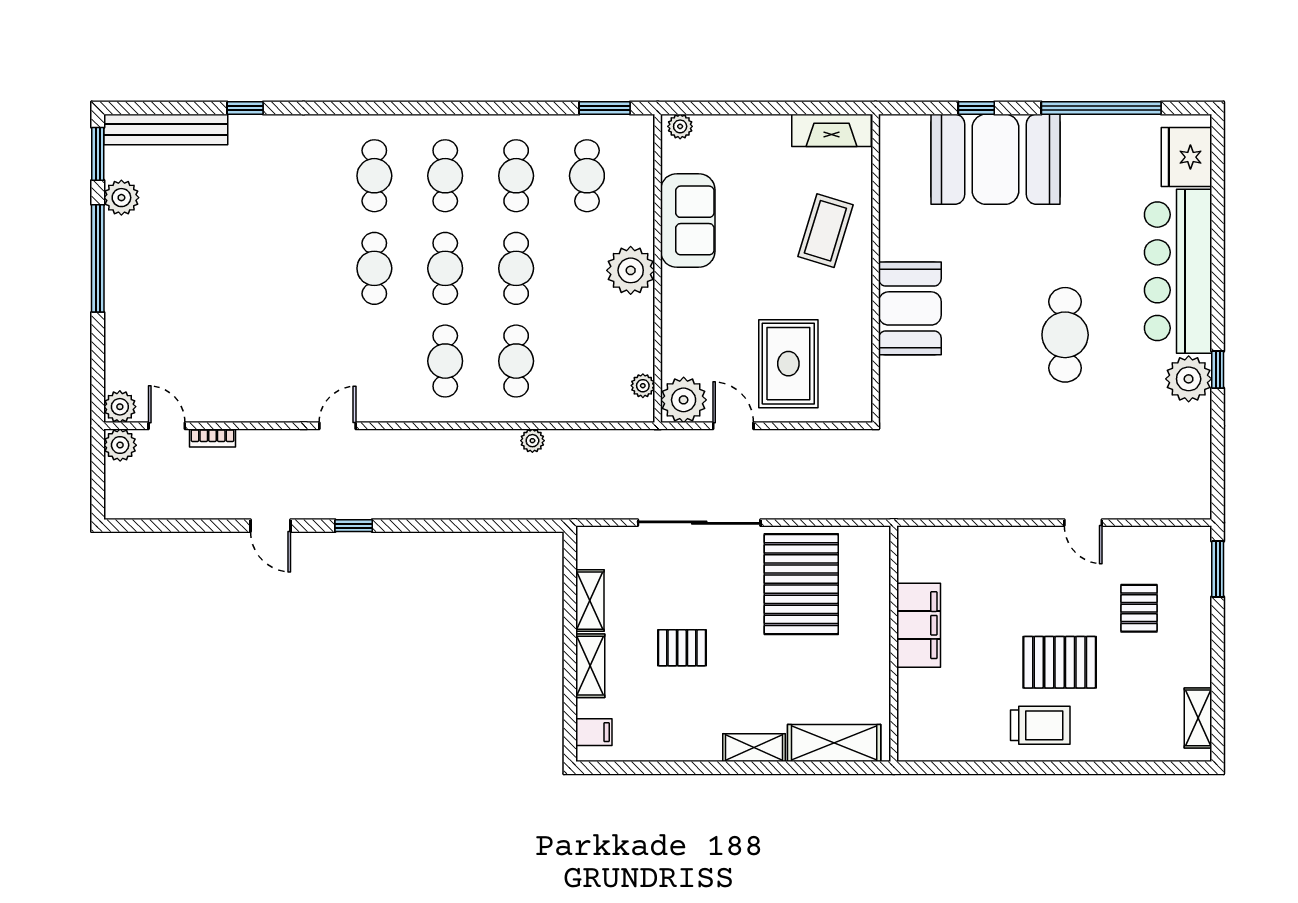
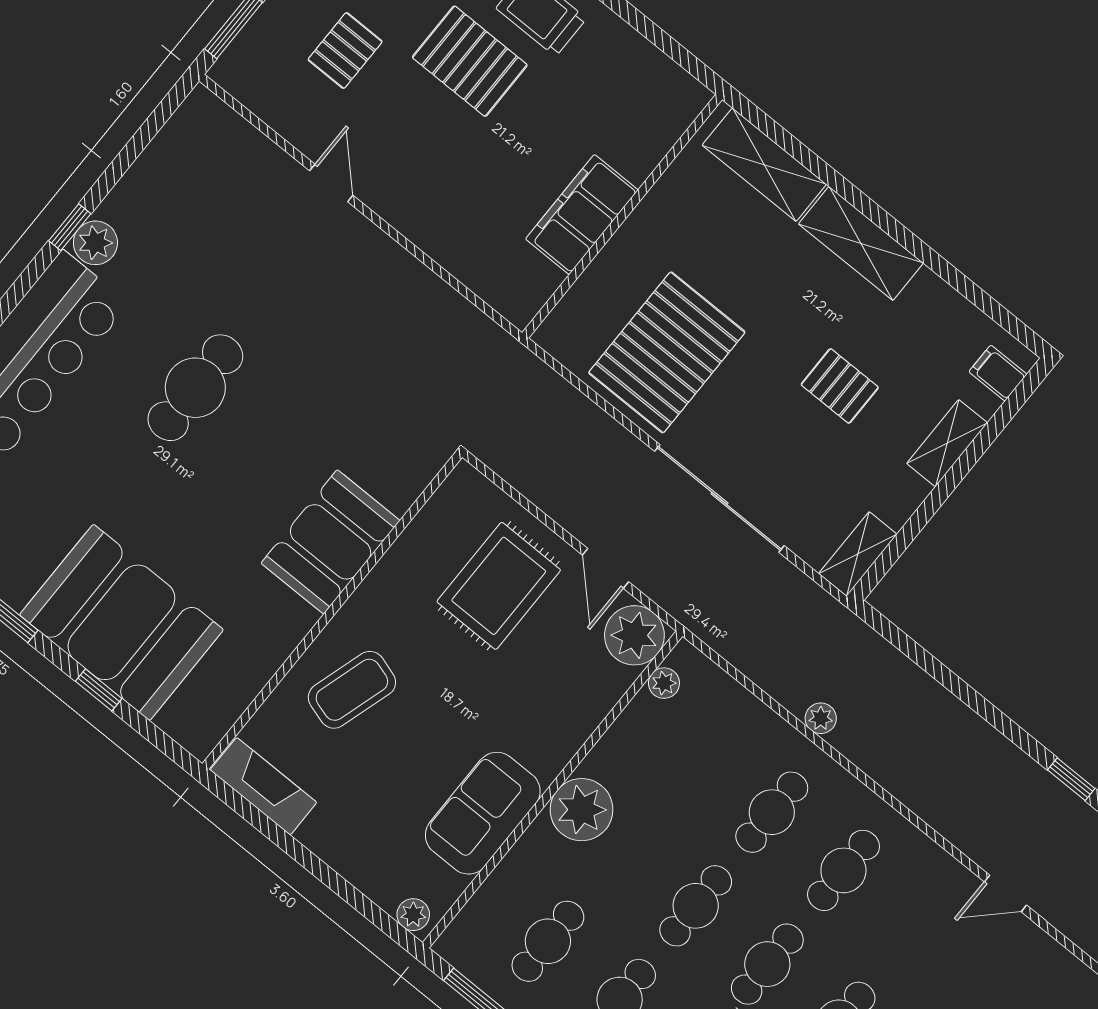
plant: (1189, 379) -> (95, 243), width x0.73, depth x0.73
shelving: (590, 601) -> (858, 554), moved
shelving: (754, 748) -> (861, 243), width x1.50, depth x1.33

